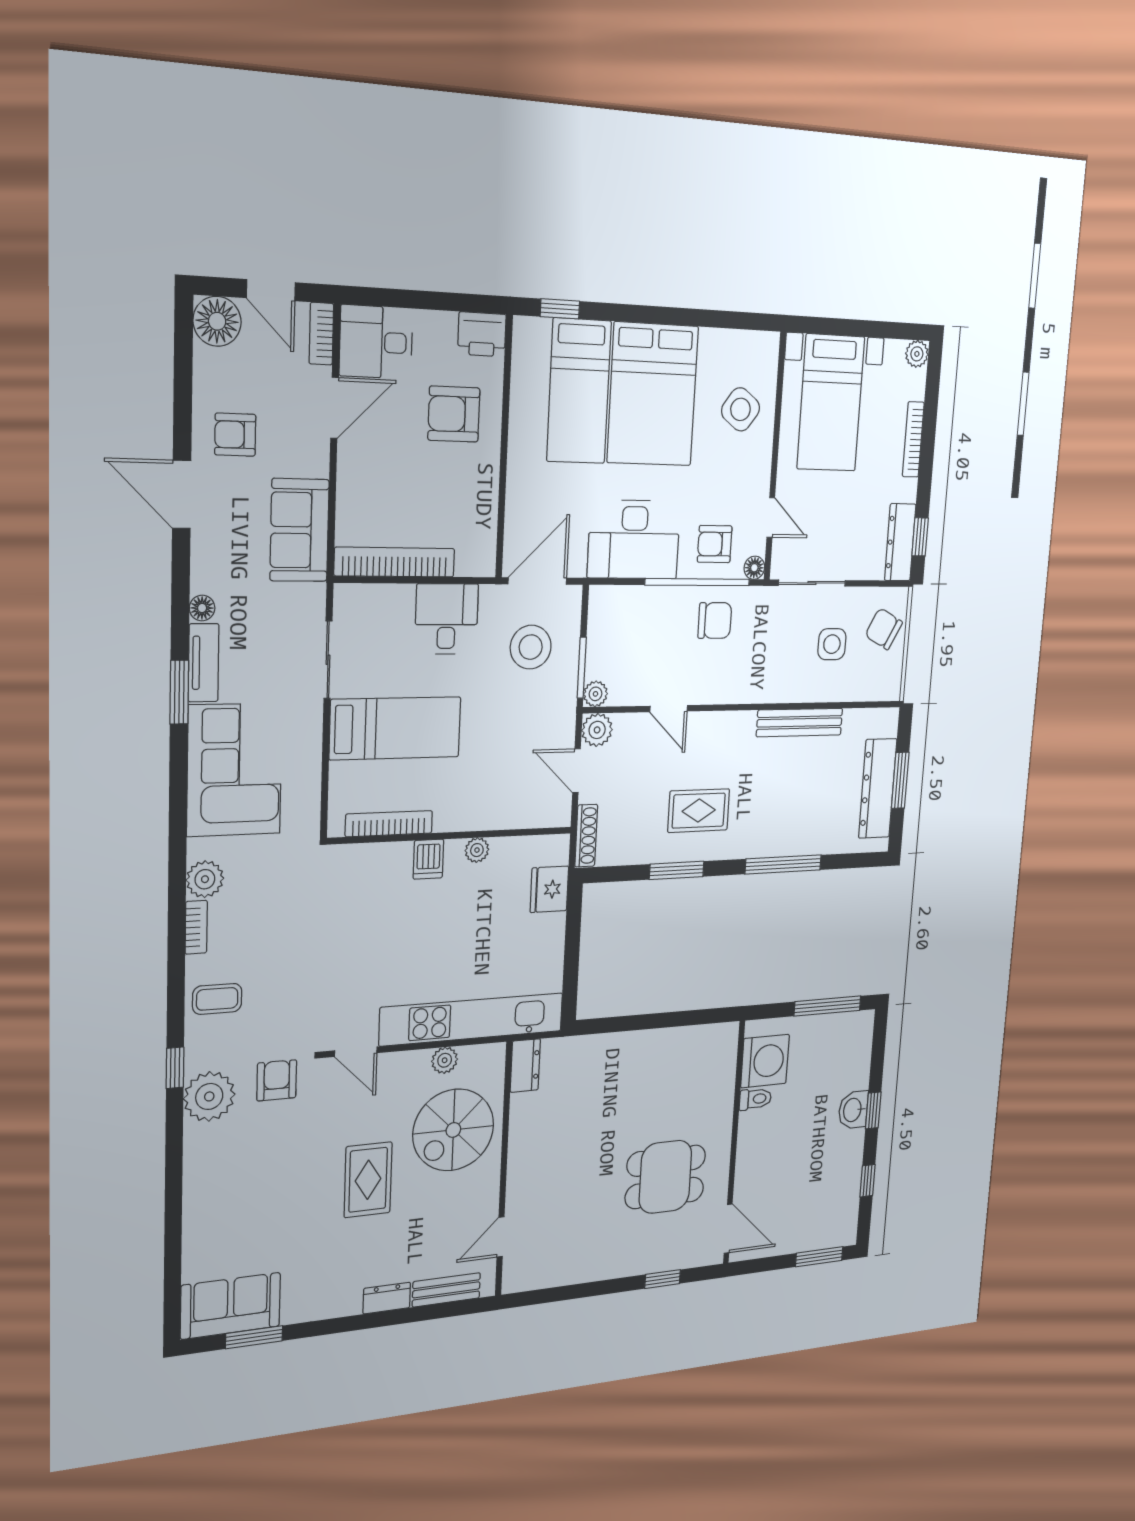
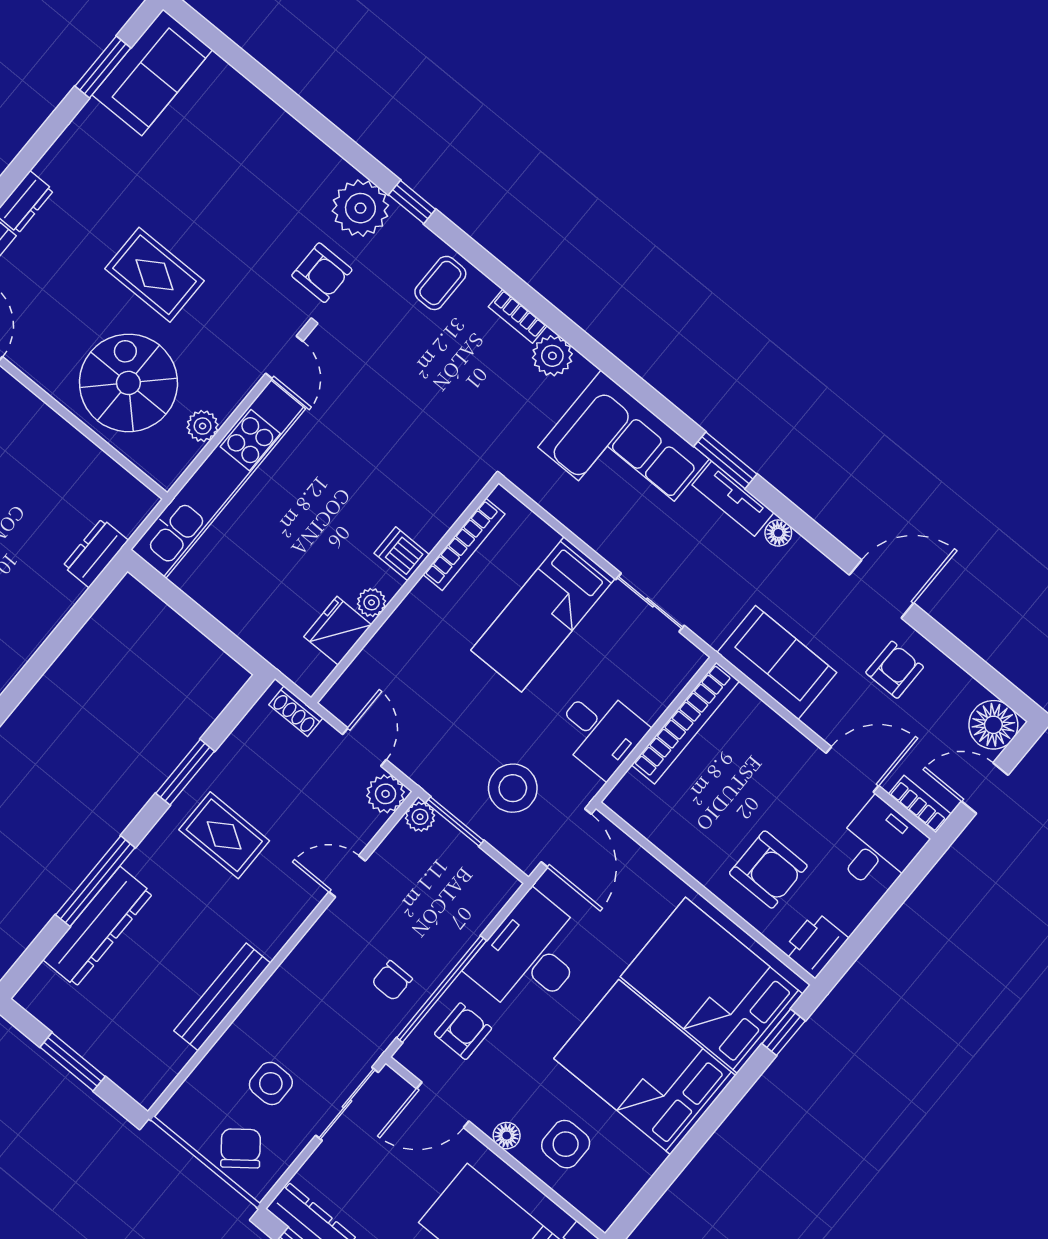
bed: (579, 391) -> (712, 985), width x1.50
door: (335, 408) -> (852, 769), swing flipped
side table: (740, 409) -> (566, 1144), turned -36
armchair: (454, 414) -> (768, 870), turned 90
door: (771, 518) -> (443, 1105), width x1.38
floor lamp: (754, 568) -> (507, 1136), moved
chair: (715, 620) -> (392, 981), width x0.73, depth x0.73
chair: (884, 629) -> (241, 1148), turned -66
door: (577, 771) -> (364, 747), hinge flipped
dresser: (878, 788) -> (98, 927), moved, turned 90
rug: (699, 811) -> (224, 835), turned 90
shoe rack: (586, 836) -> (296, 711), width x0.70
fridge: (549, 889) -> (338, 631), moved, turned -90
door: (356, 1052) -> (284, 357), swing flipped
dresser: (525, 1066) -> (96, 553), moved, turned 90

